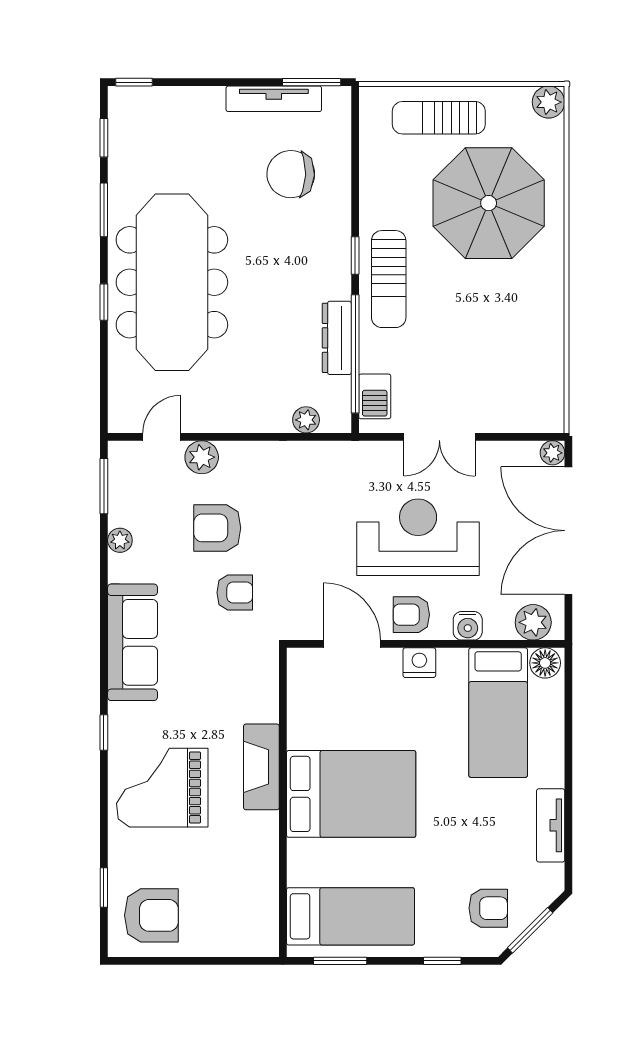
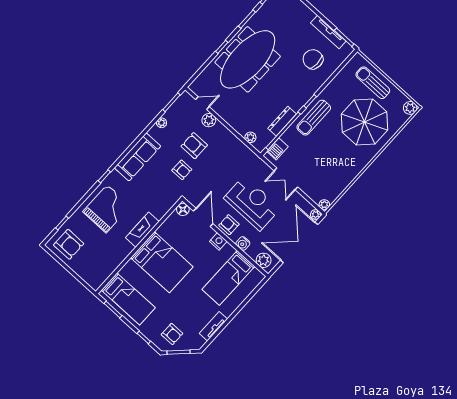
plant: (552, 420) -> (324, 205), added
floor lamp: (545, 663) -> (183, 209), moved
grand piano: (162, 788) -> (107, 209), turned 90

